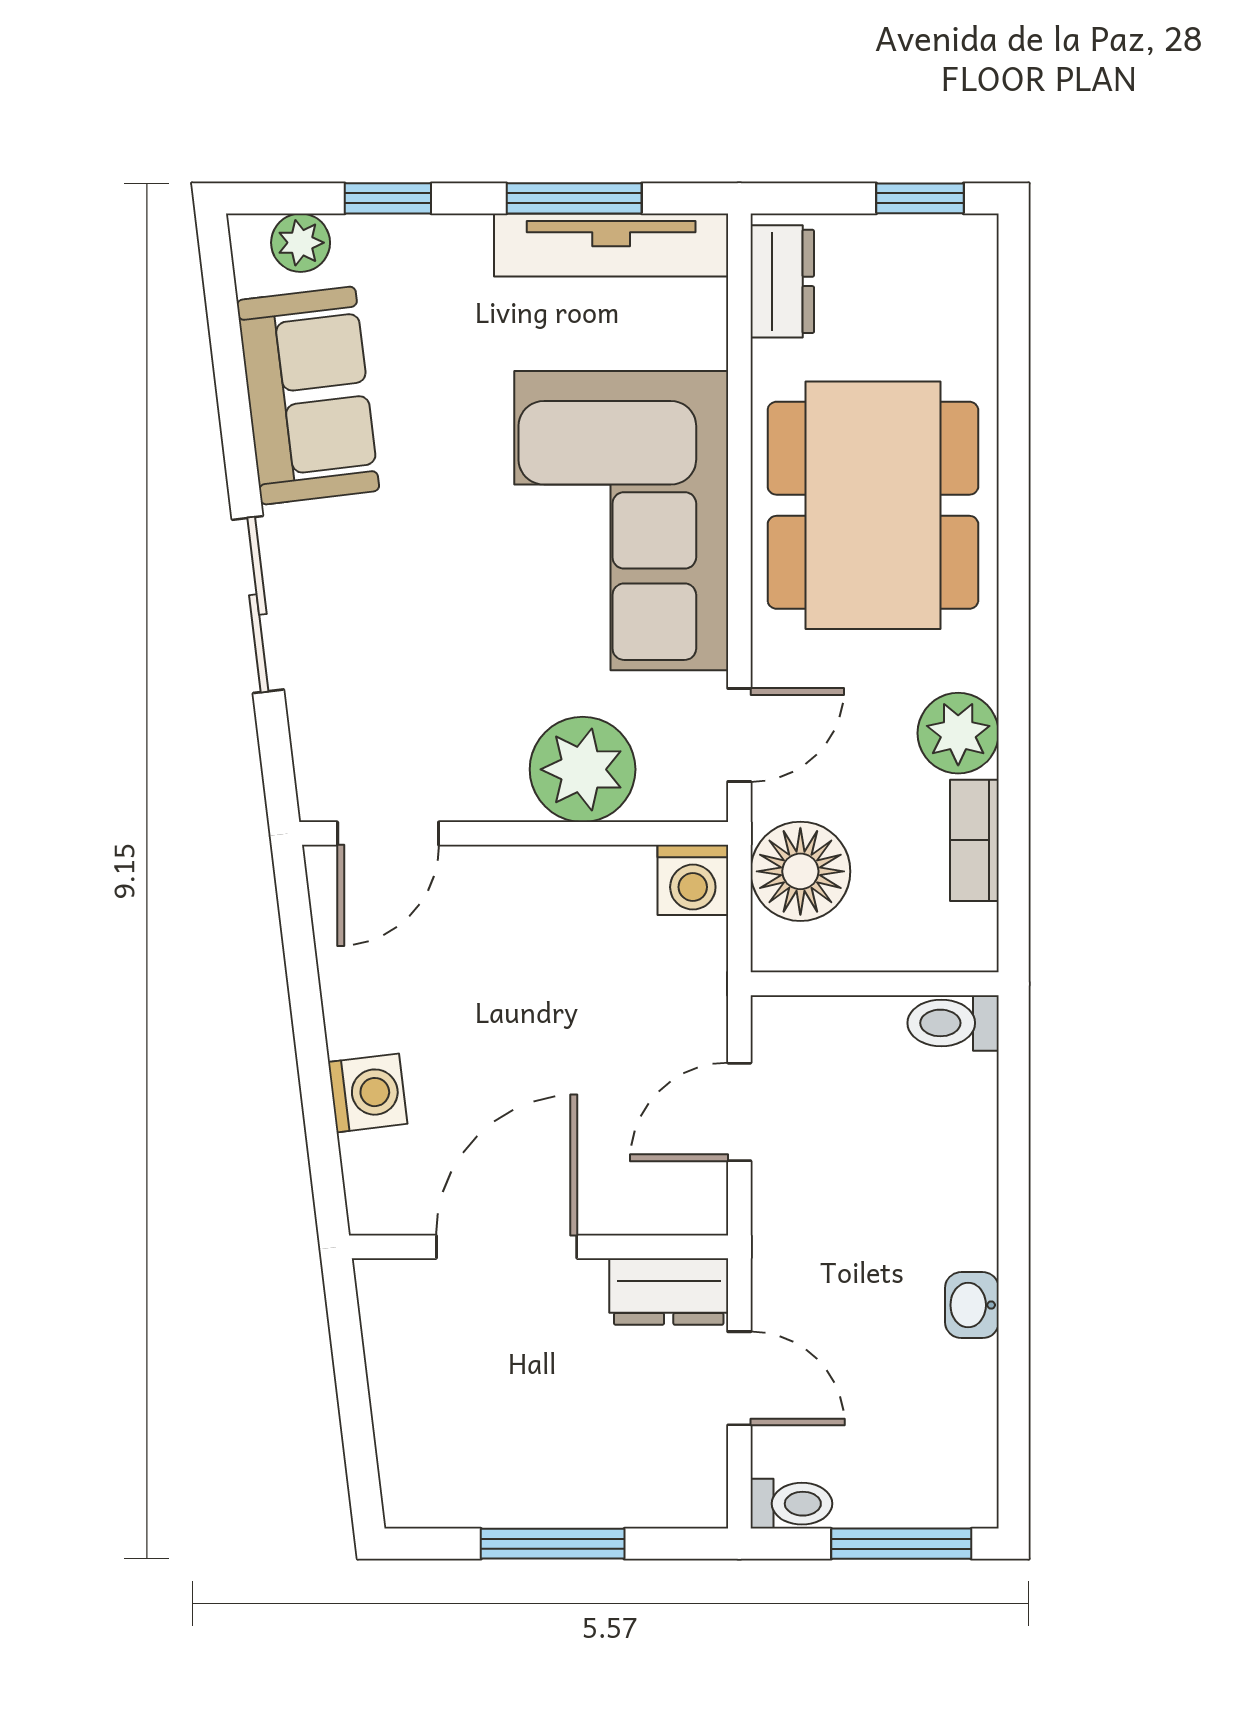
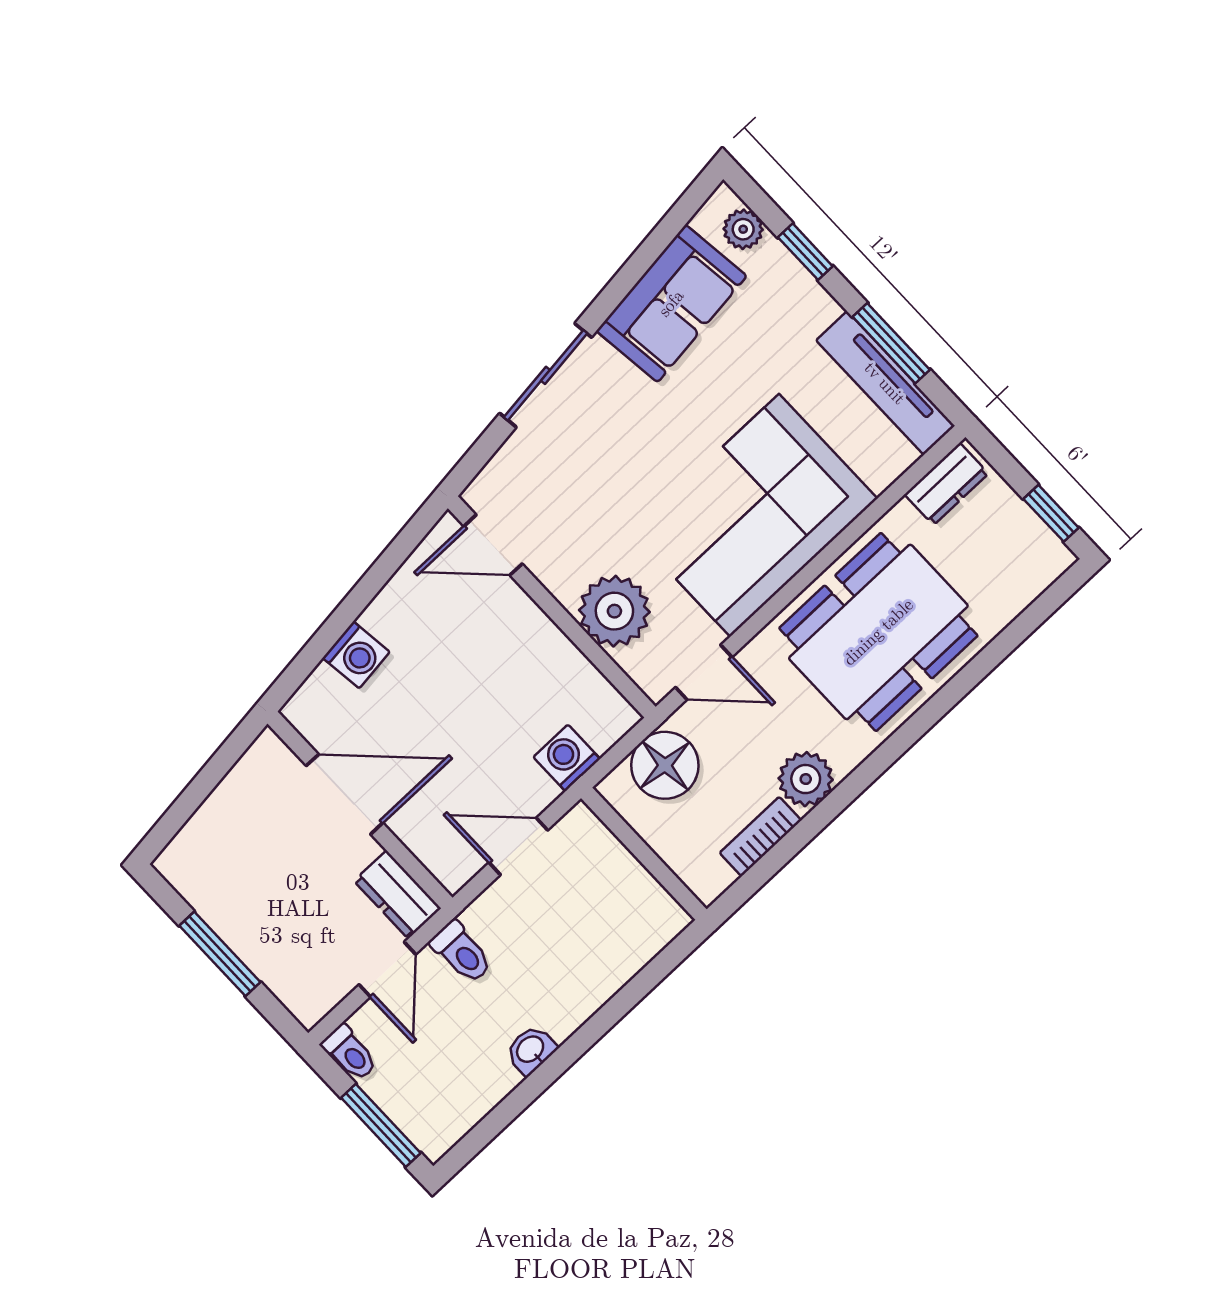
washing machine: (693, 880) -> (567, 758), moved, turned 90
toilet: (953, 1023) -> (462, 952), moved, turned 180

